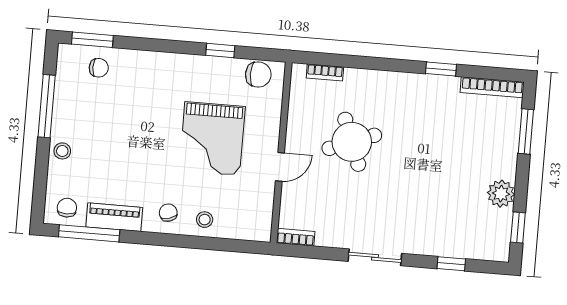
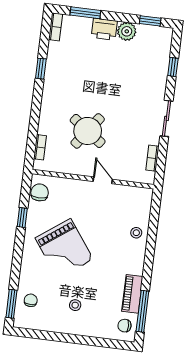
bookcase: (492, 87) -> (56, 27), width x0.64
window: (47, 106) -> (55, 337), removed
grand piano: (212, 139) -> (64, 249), moved, turned 54
round table: (352, 142) -> (88, 131), turned -33
stool: (62, 151) -> (75, 305), moved
printer: (503, 160) -> (104, 29), added
chair: (168, 213) -> (131, 257), removed
bookcase: (296, 237) -> (152, 158), moved

